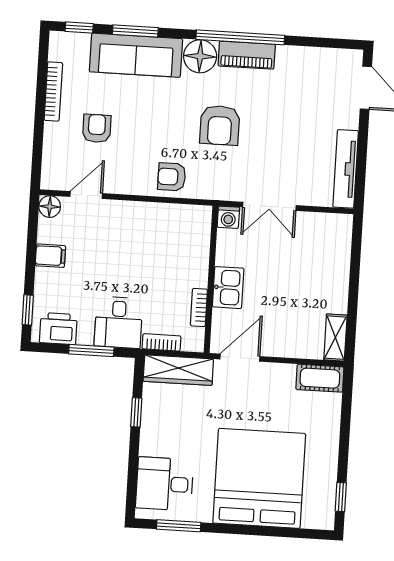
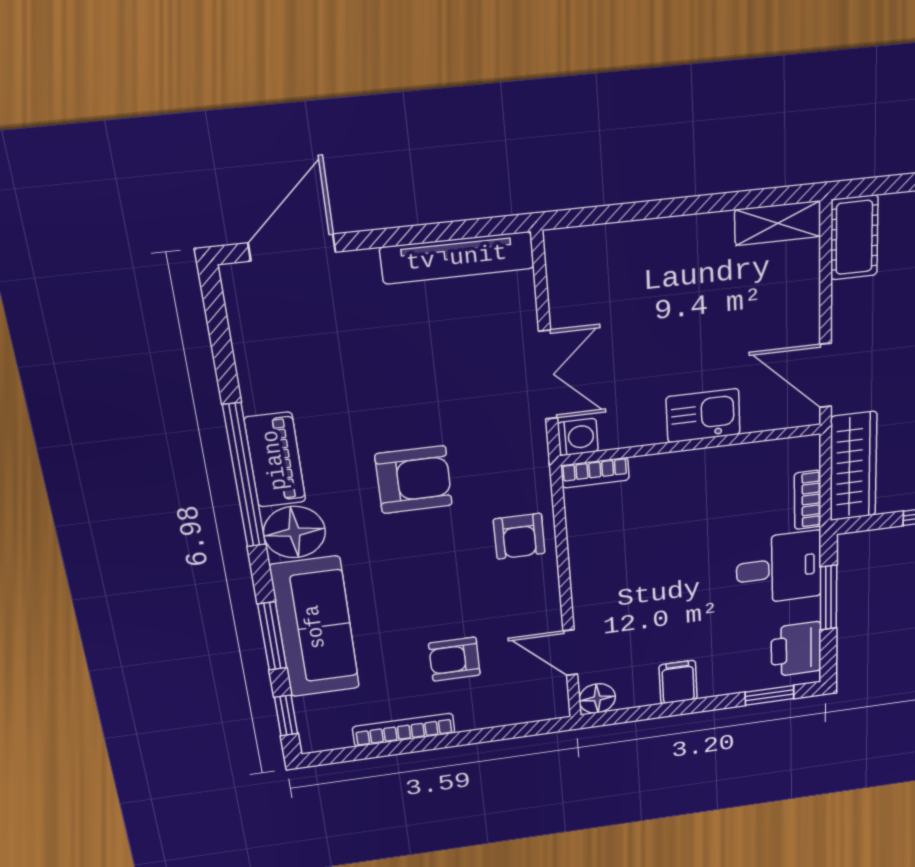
bookcase: (199, 307) -> (595, 473), moved

